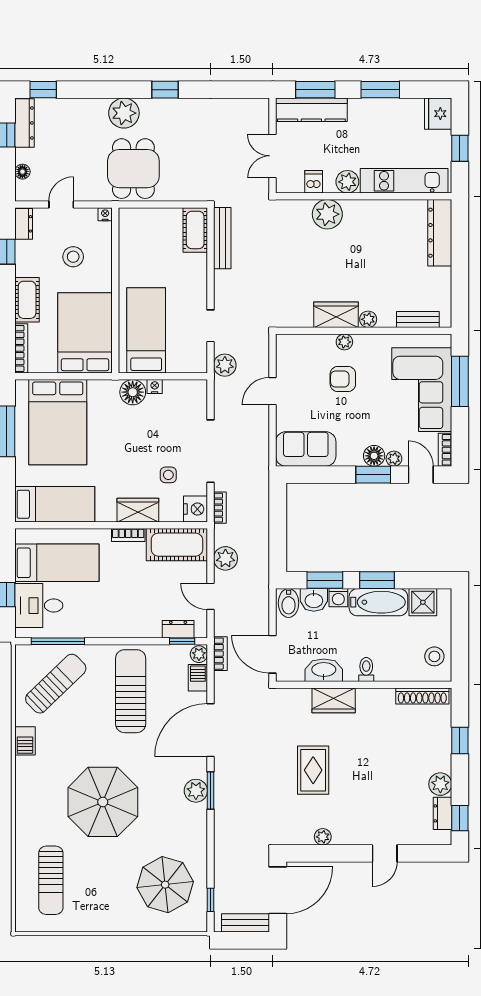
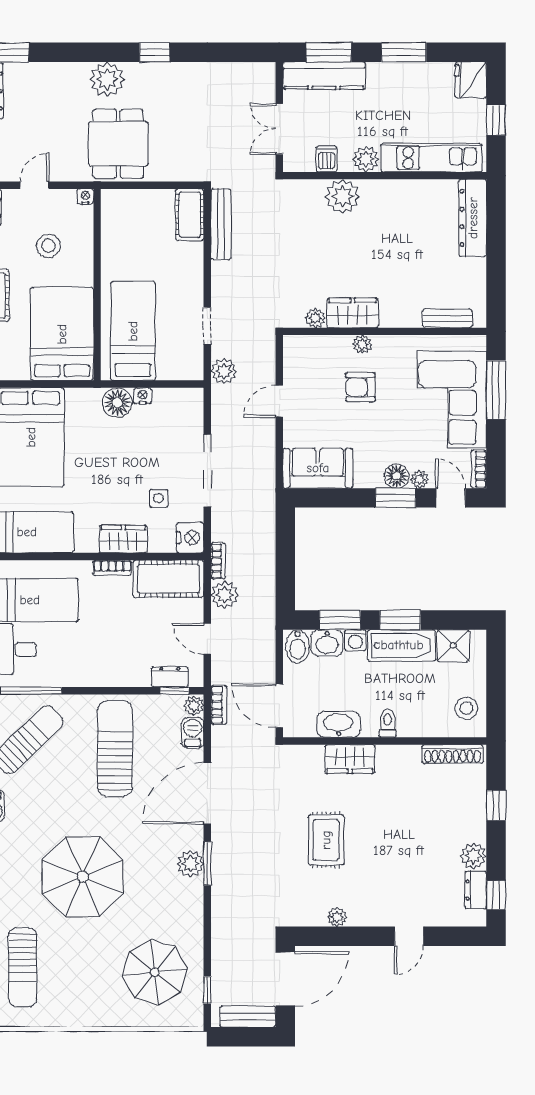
plant: (368, 319) -> (315, 318), moved
bookcase: (220, 508) -> (218, 561), moved

